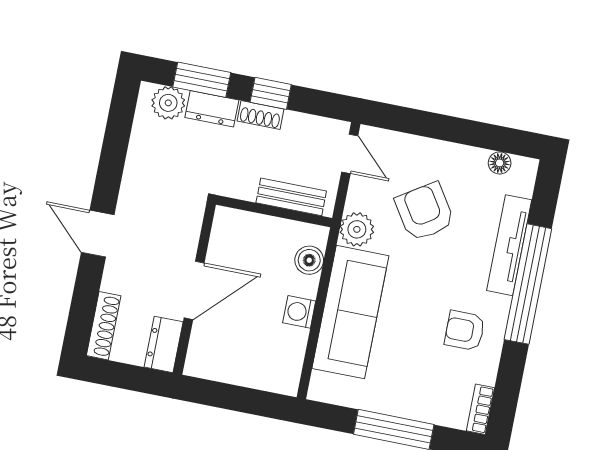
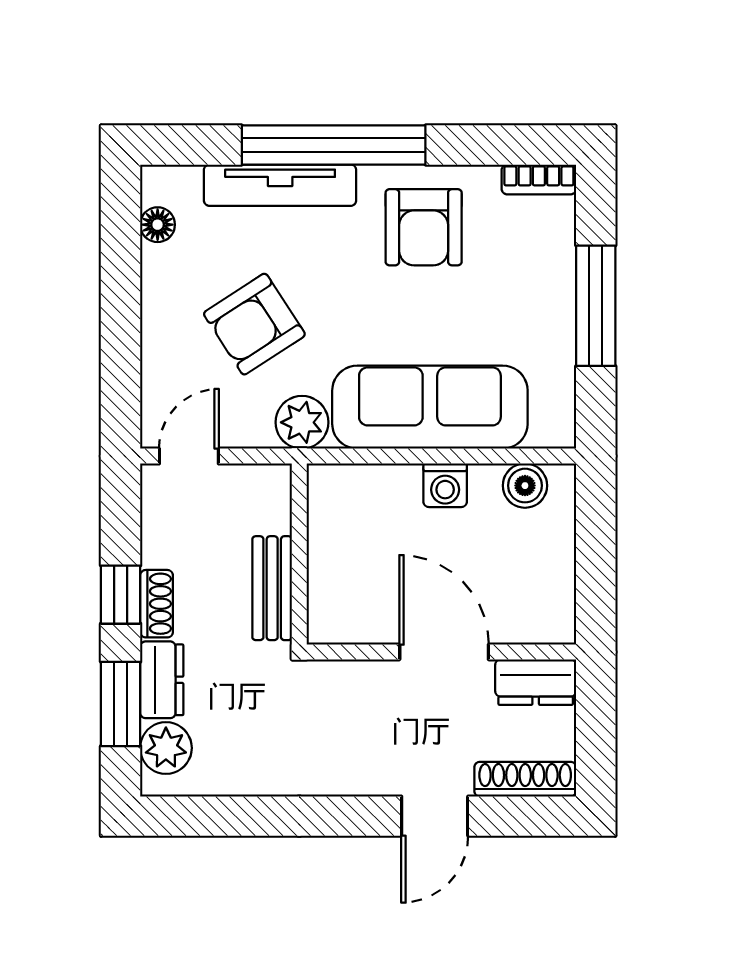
bench: (291, 197) -> (272, 588), moved
door: (98, 234) -> (435, 816), moved
boiler: (309, 260) -> (525, 486), moved
armchair: (465, 331) -> (424, 227), width x1.38, depth x1.38

